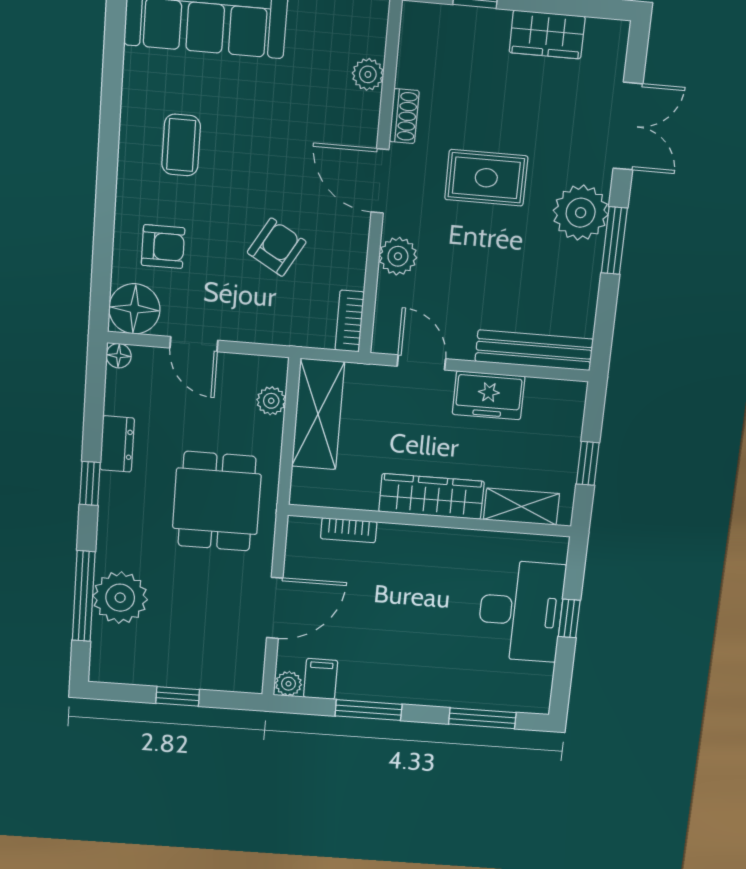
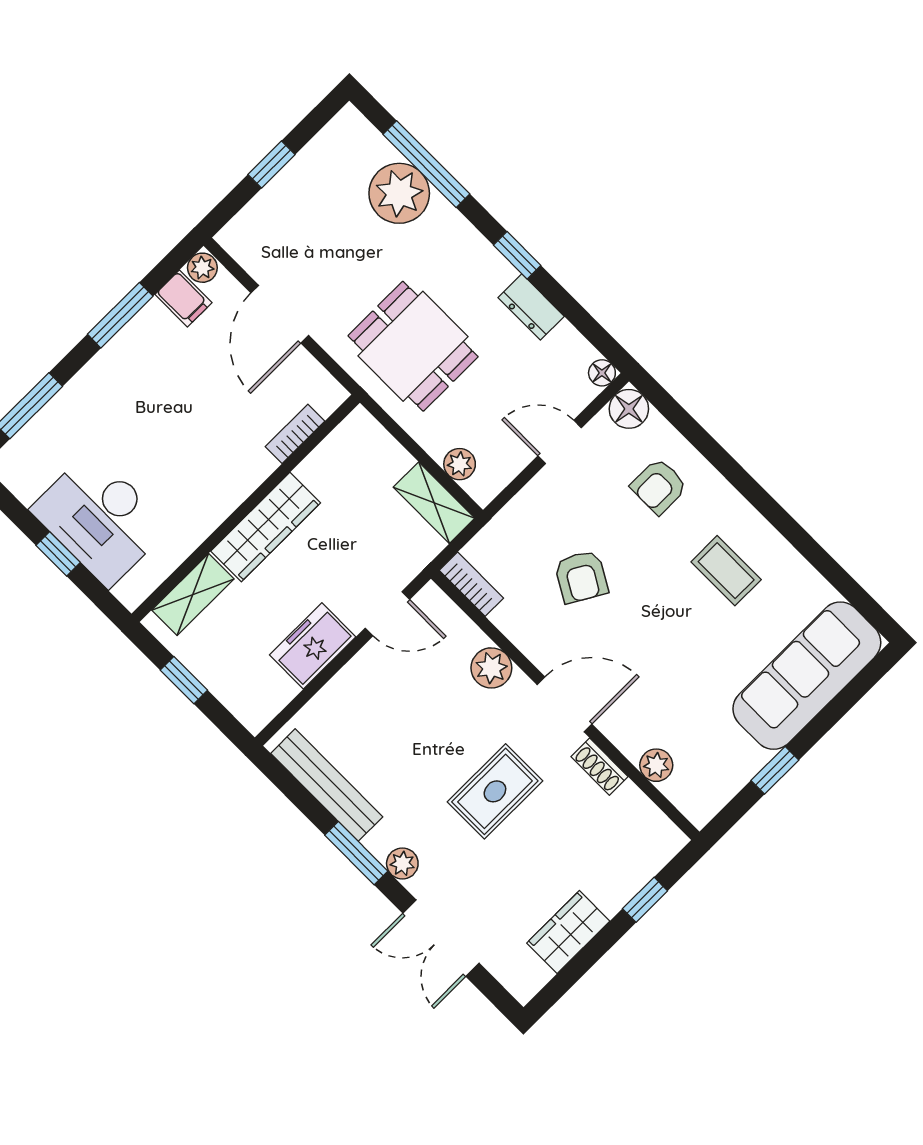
plant: (581, 213) -> (402, 864), width x0.53, depth x0.53
floor lamp: (134, 309) -> (629, 409), width x0.73, depth x0.73
bench: (534, 350) -> (327, 785), moved, turned 90
shelving: (318, 414) -> (434, 503), width x0.67, depth x0.75

